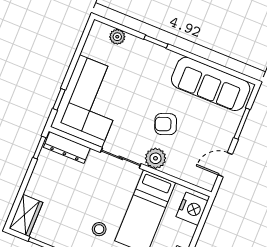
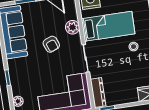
plant: (155, 158) -> (72, 27), moved

